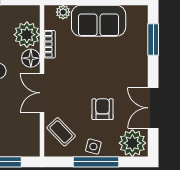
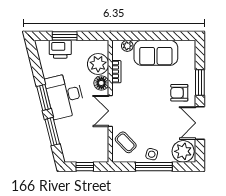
window: (153, 39) -> (200, 83), moved
armchair: (103, 109) -> (179, 93), moved, turned -90

